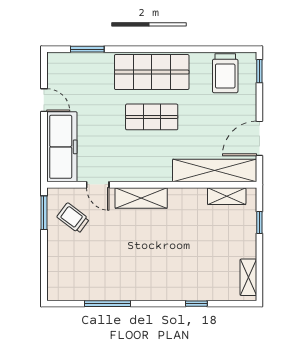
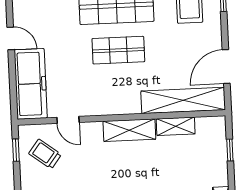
shelving: (227, 196) -> (176, 126), moved
shelving: (141, 198) -> (129, 130), moved
window: (44, 213) -> (16, 150), width x0.67

